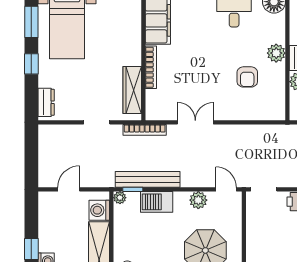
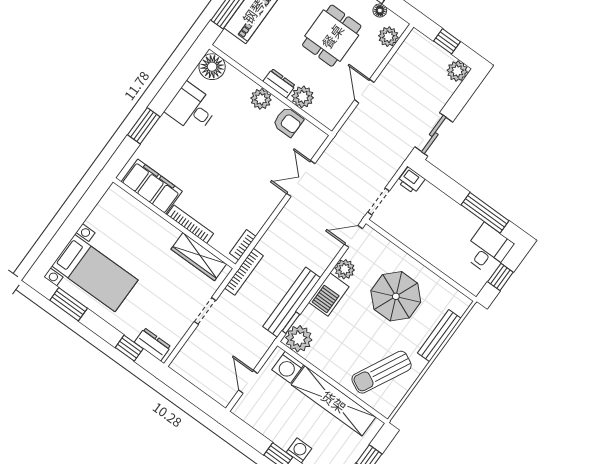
window: (31, 64) -> (129, 348), moved
armchair: (247, 77) -> (288, 122), moved
bookcase: (163, 115) -> (243, 245), added
double door: (195, 122) -> (301, 179), moved
plant: (120, 198) -> (299, 339), width x1.88, depth x1.88
barbecue: (157, 202) -> (329, 295), moved

